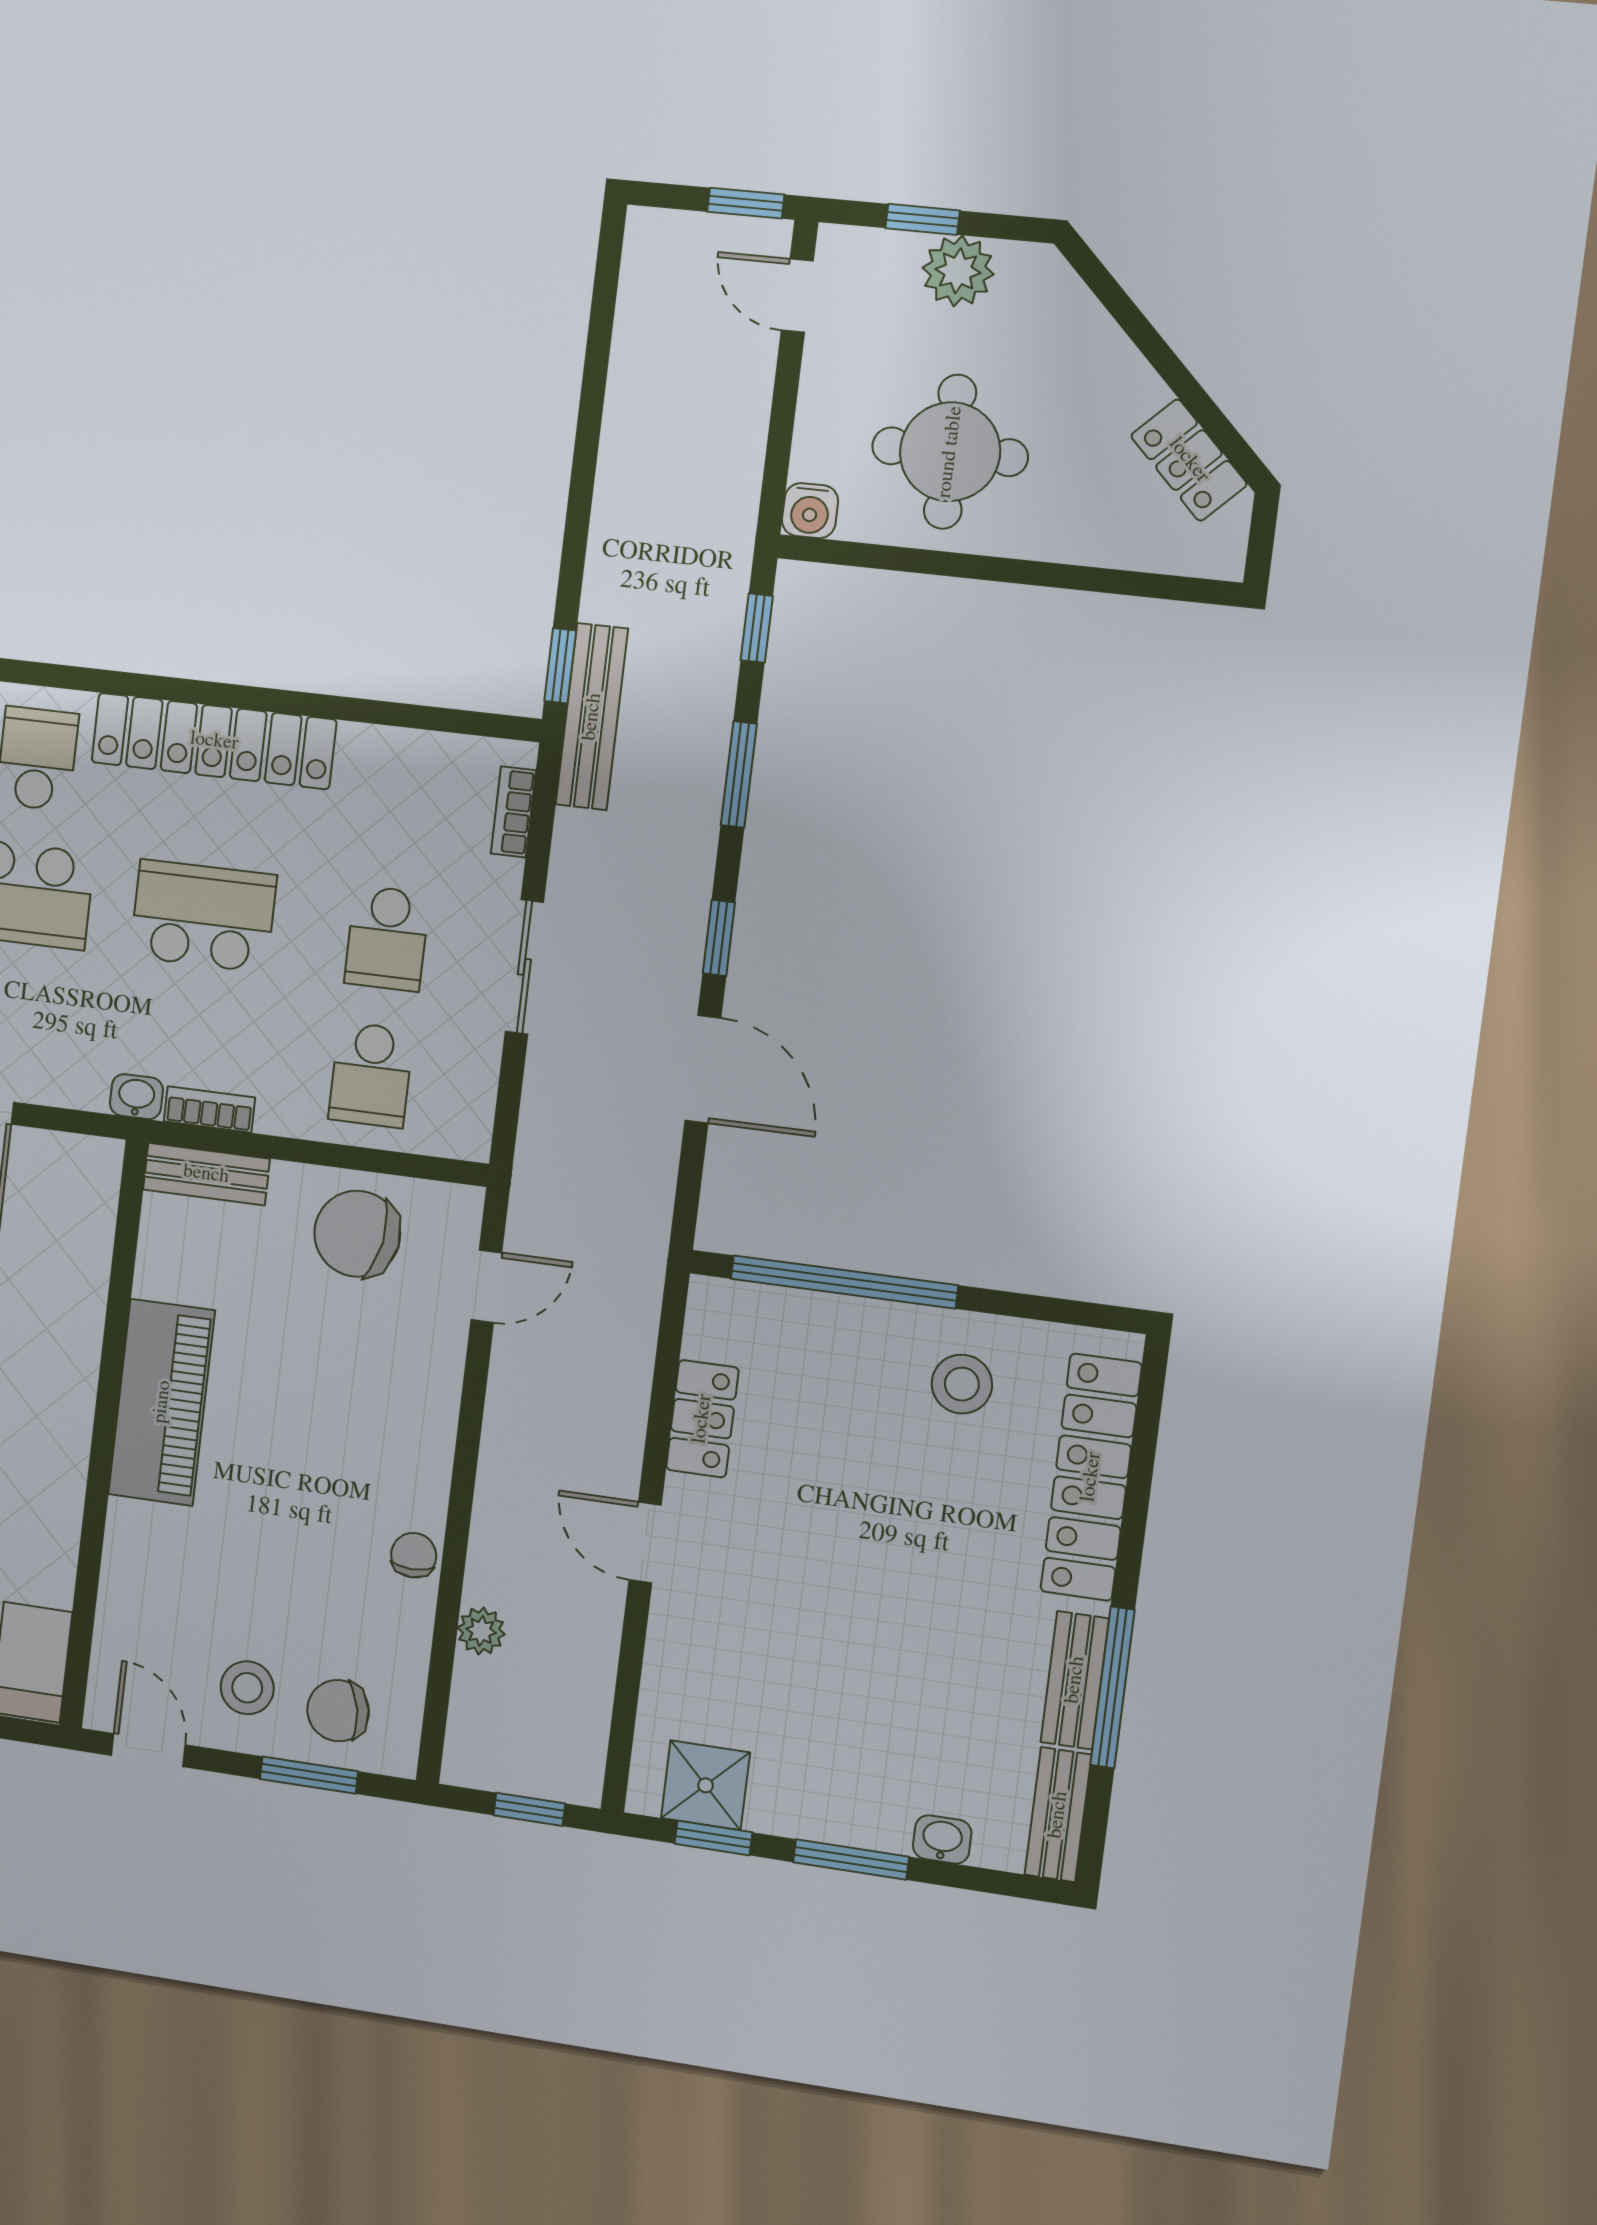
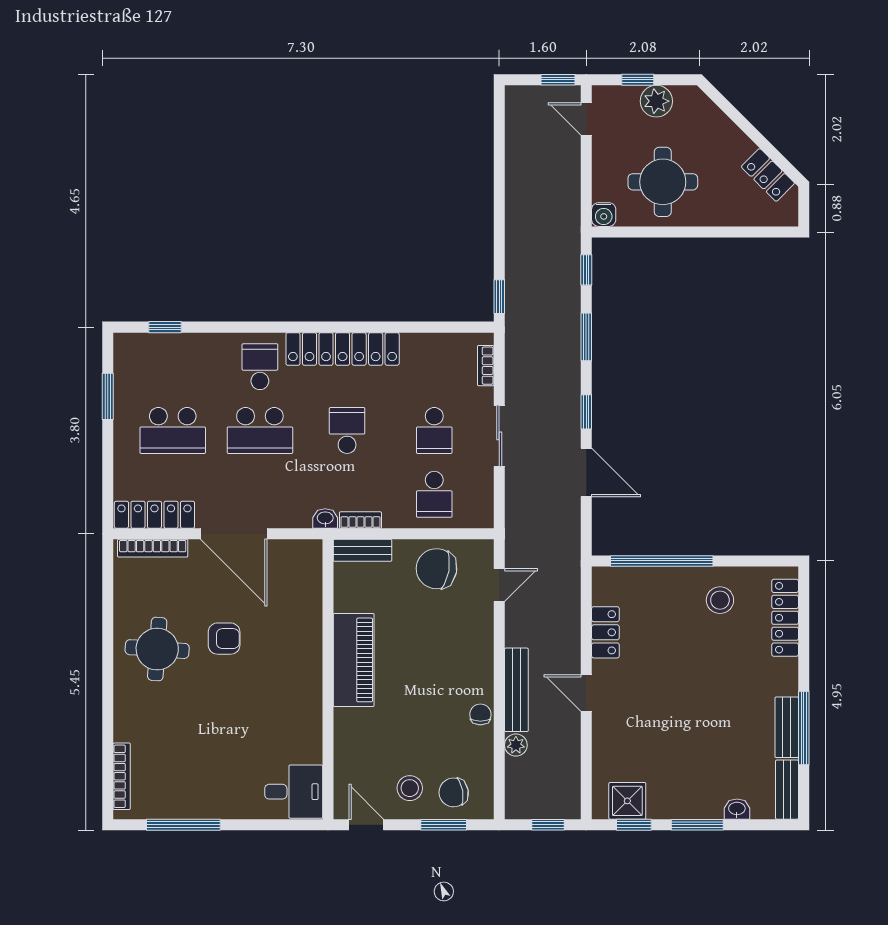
bench: (592, 717) -> (516, 690), moved
school desk: (203, 916) -> (347, 430), width x0.54
locker: (1091, 1477) -> (785, 618), width x0.71, depth x0.83

